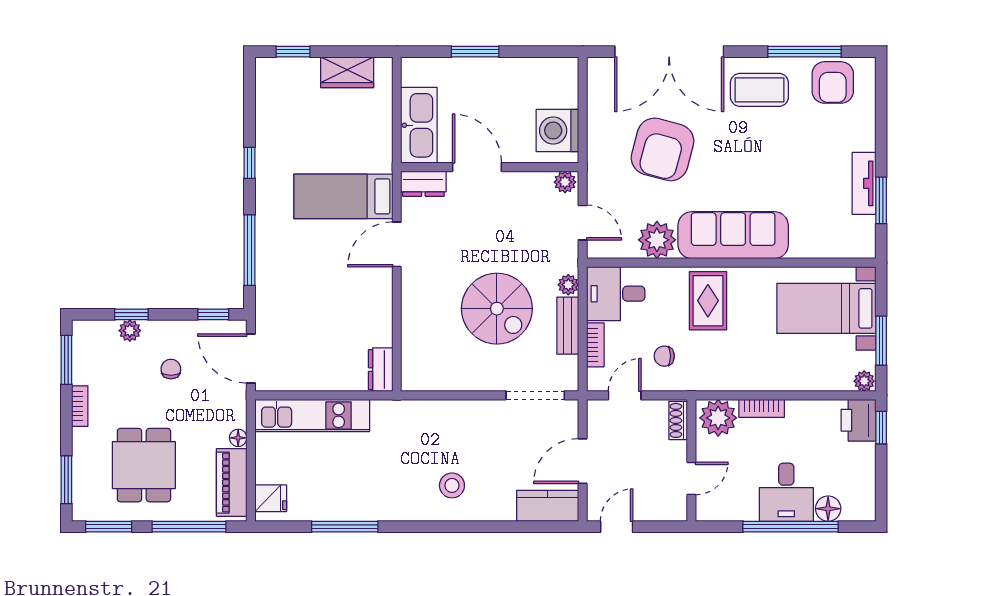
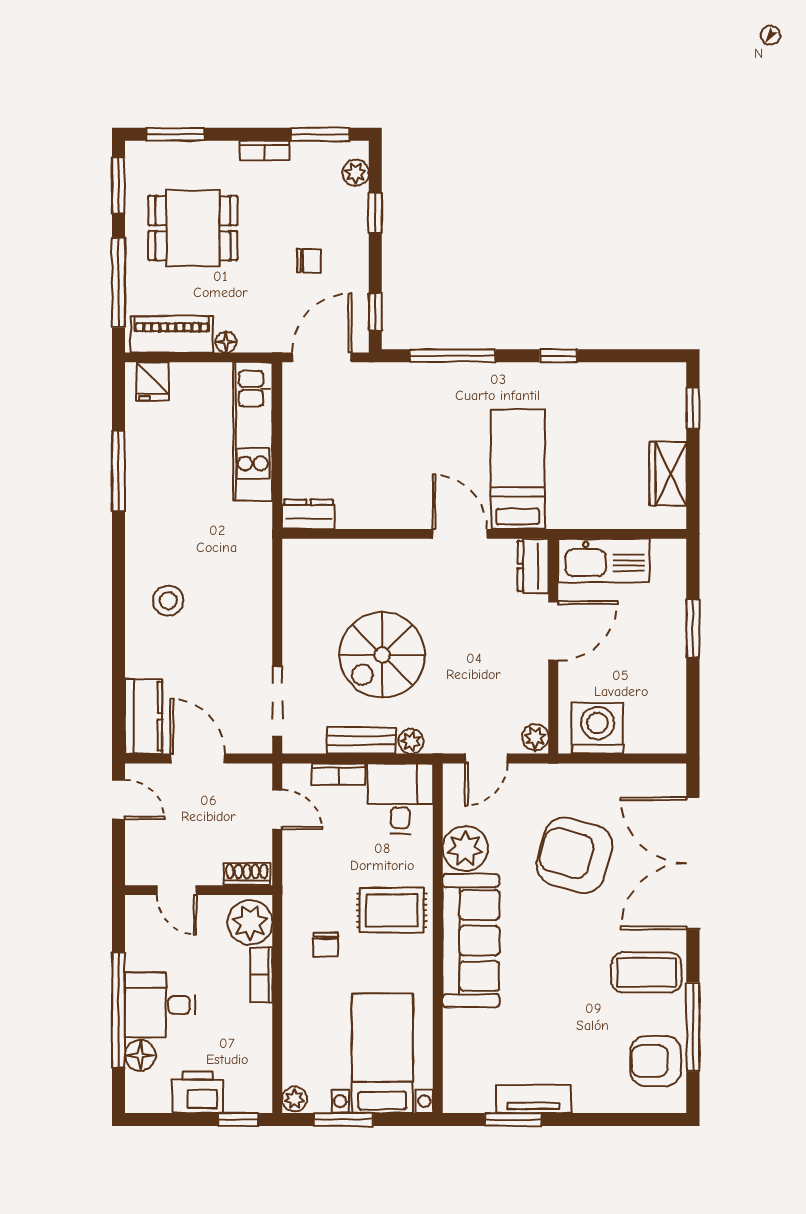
coffee table: (759, 90) -> (647, 972), turned 90
plant: (130, 331) -> (356, 173), moved
chair: (664, 356) -> (326, 945), moved, turned 180
printer: (859, 420) -> (198, 1092), moved

